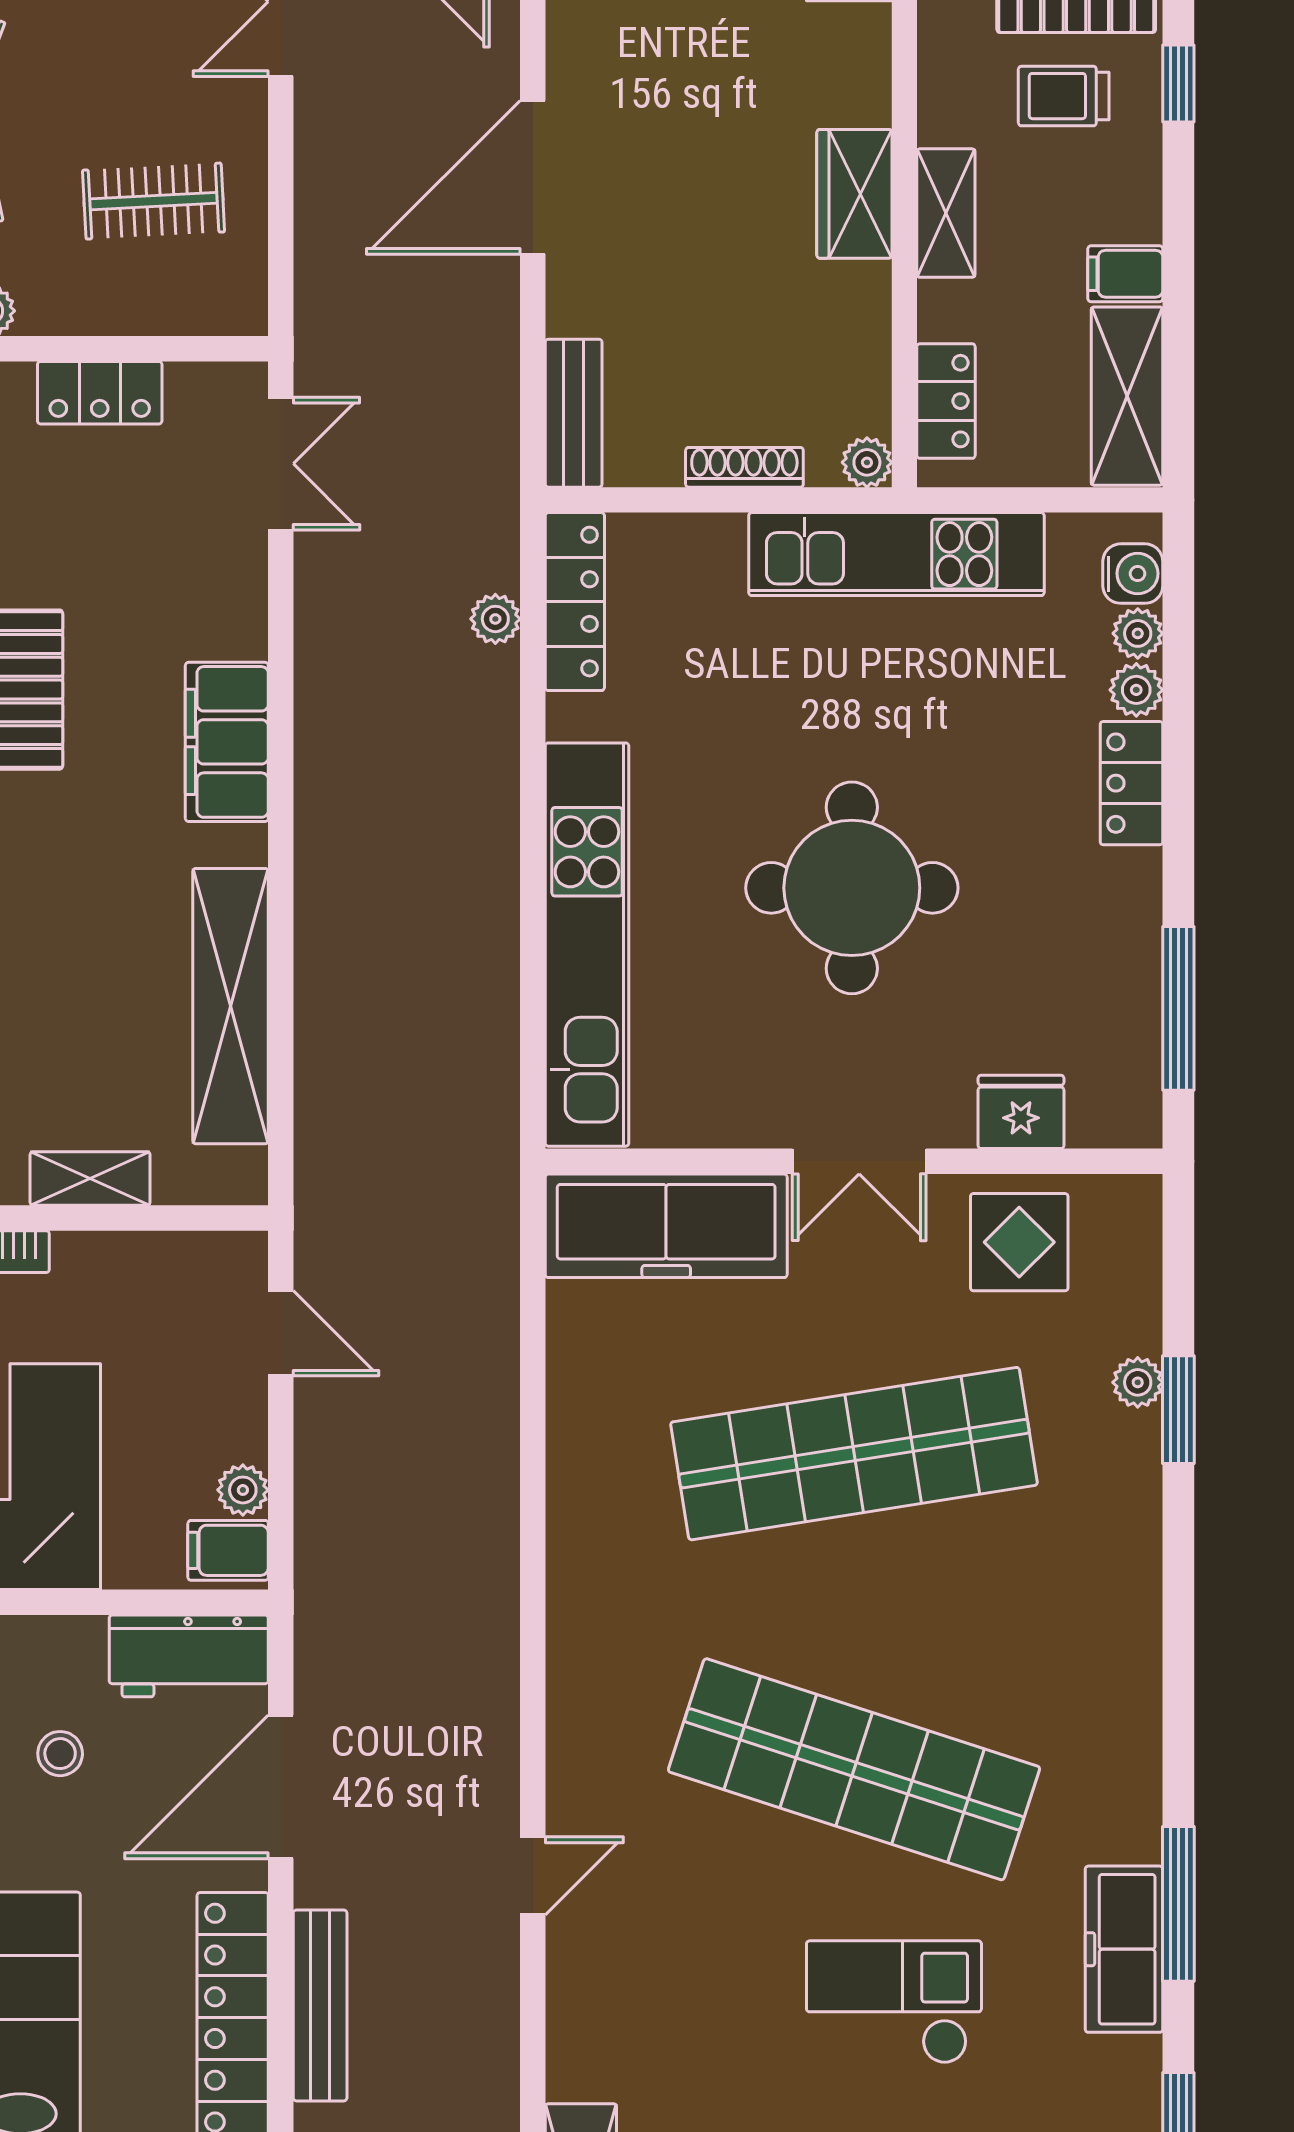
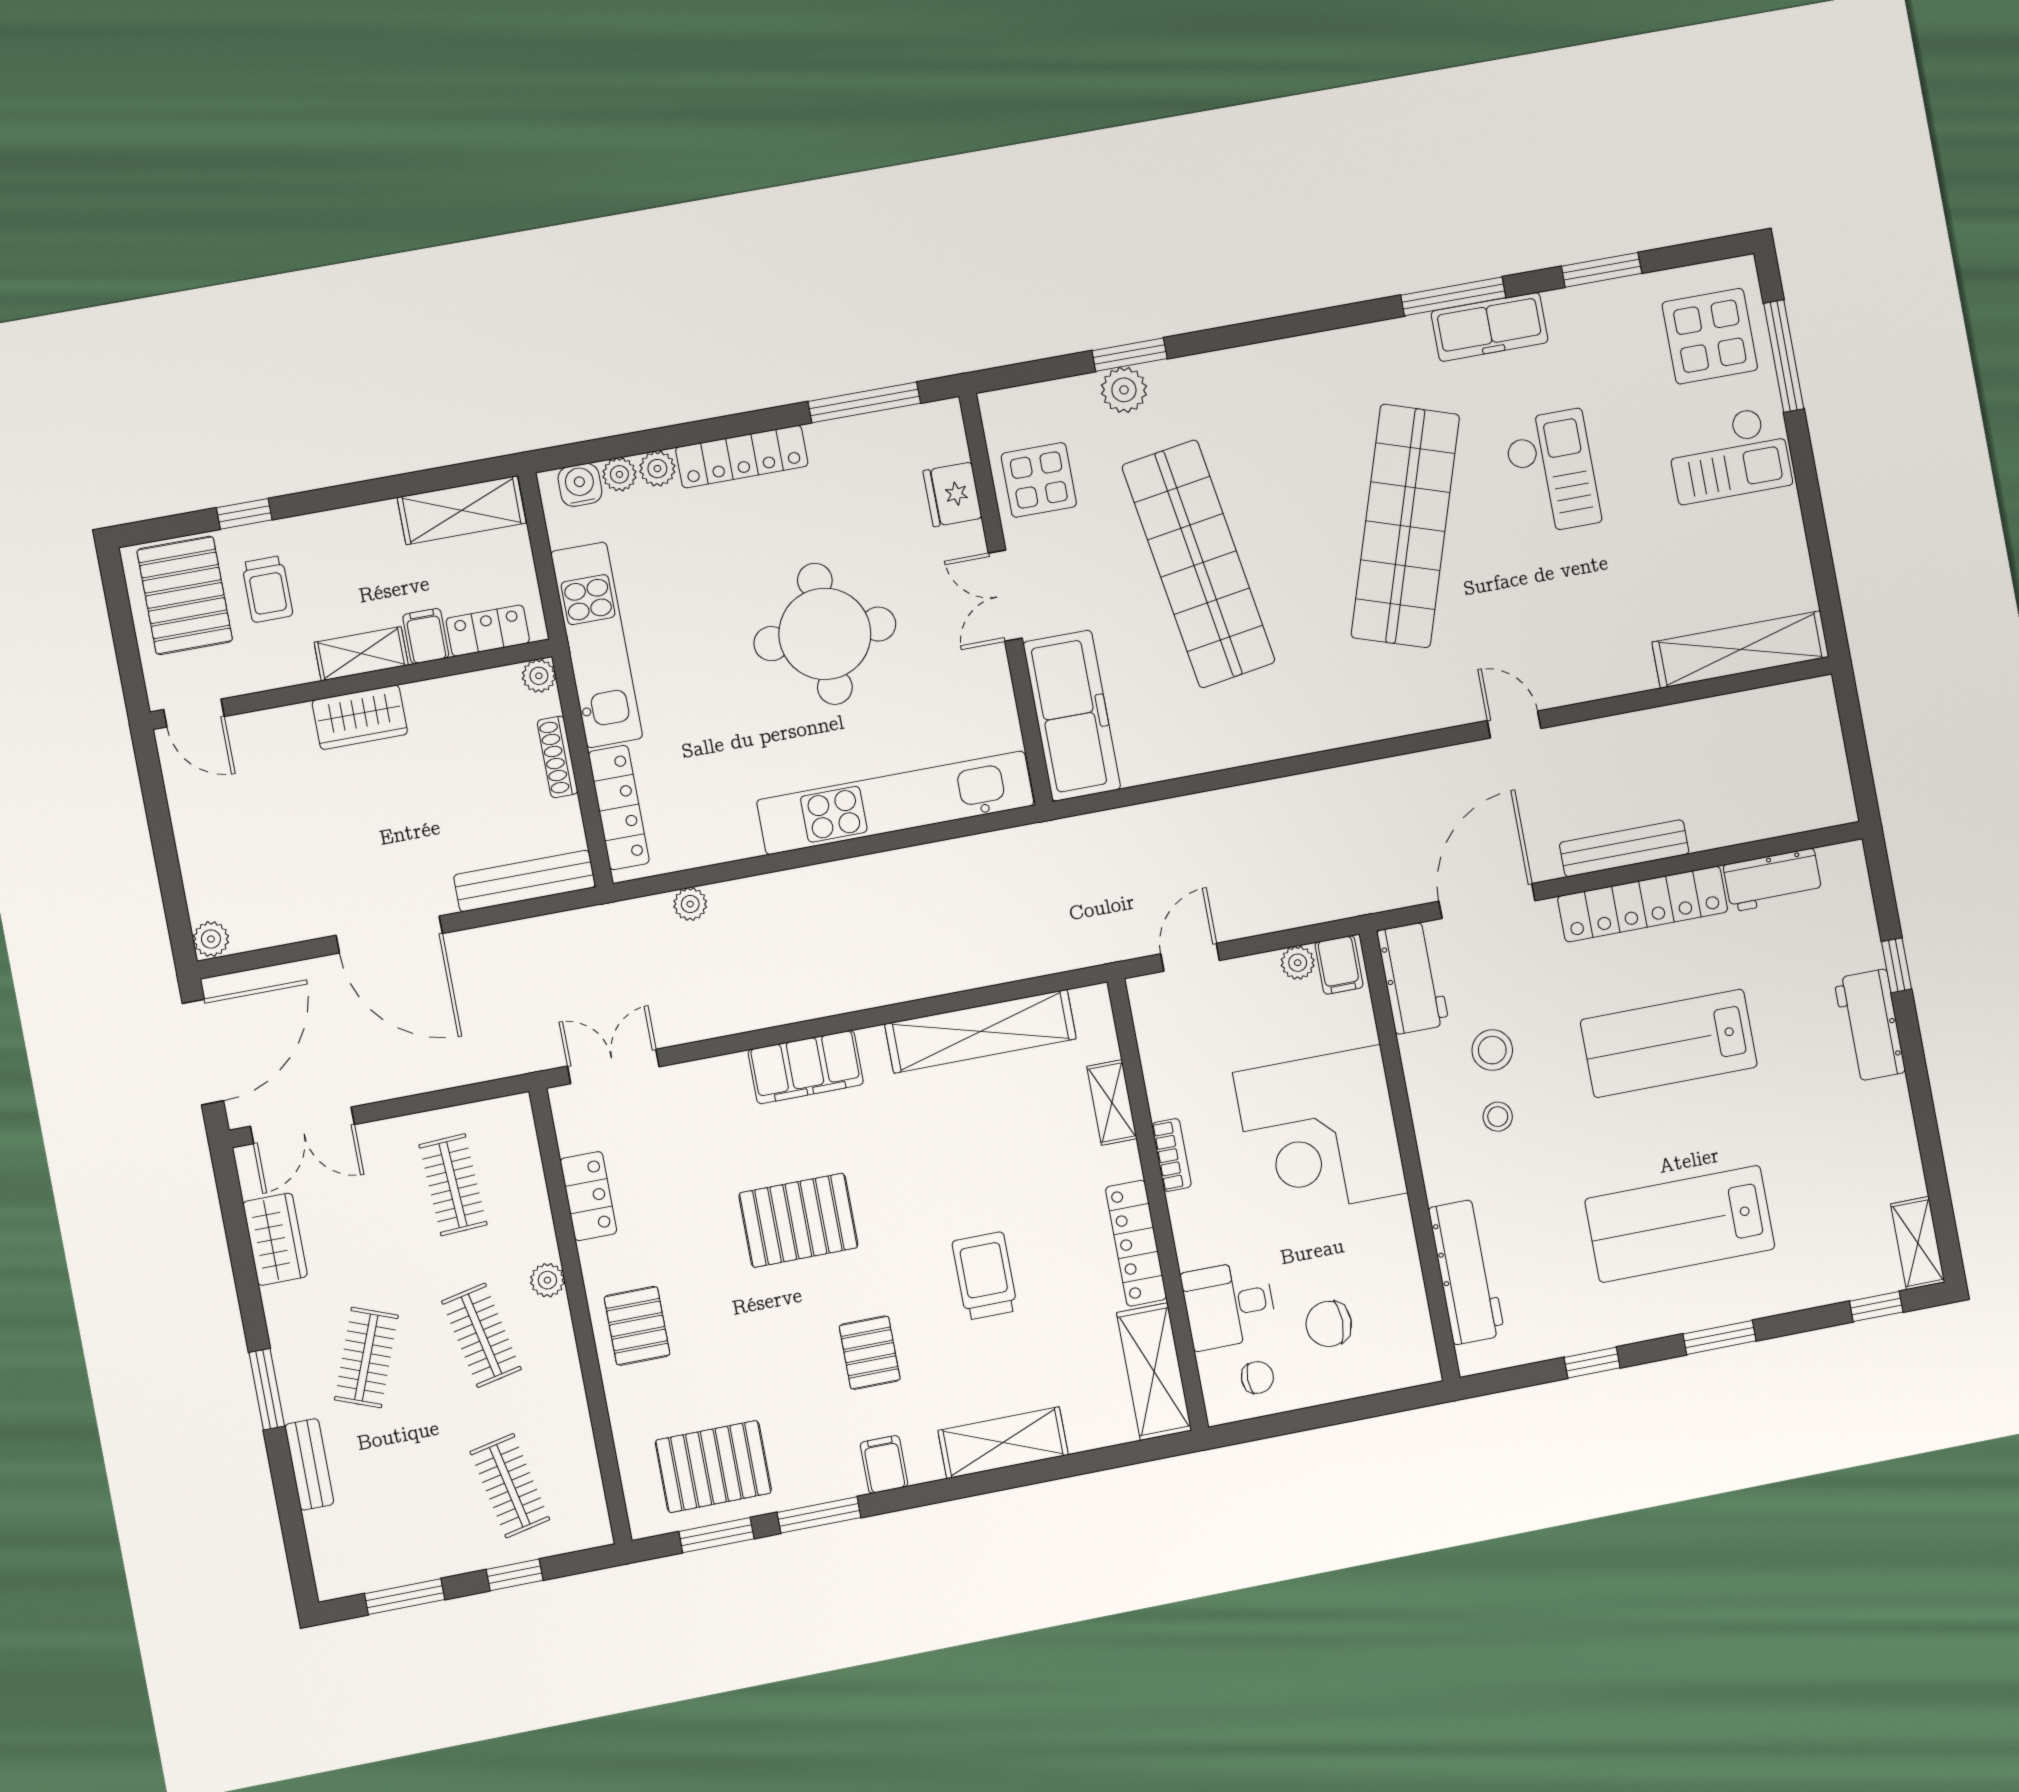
filing cabinet: (1125, 274) -> (426, 636), moved, turned 180
bench: (574, 413) -> (525, 881), width x1.36
locker: (575, 602) -> (619, 808), moved, turned 90
locker: (1131, 783) -> (742, 457), width x1.53
double door: (859, 1161) -> (1005, 596), swing flipped
plant: (1138, 1382) -> (1124, 390), width x1.38, depth x1.38
stool: (60, 1754) -> (1492, 1050), width x1.37, depth x1.37
door: (281, 1787) -> (1487, 901), swing flipped
checkout: (894, 2002) -> (1552, 472), turned 180

